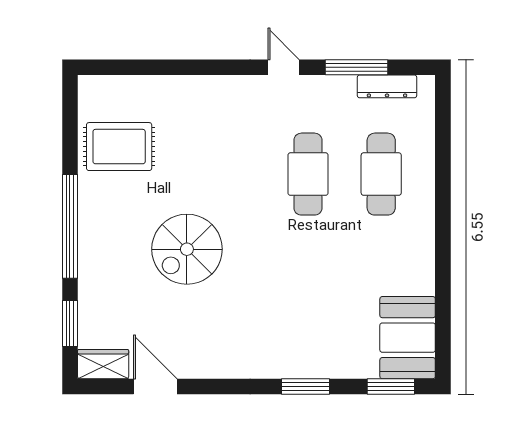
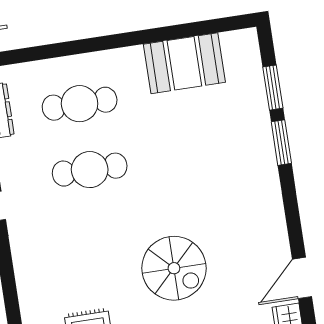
booth: (408, 338) -> (184, 63), moved
window: (391, 386) -> (273, 88), moved

